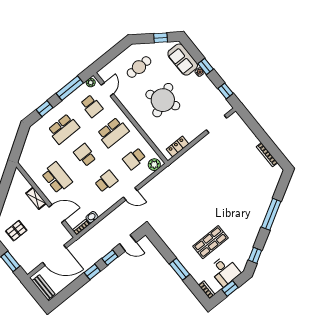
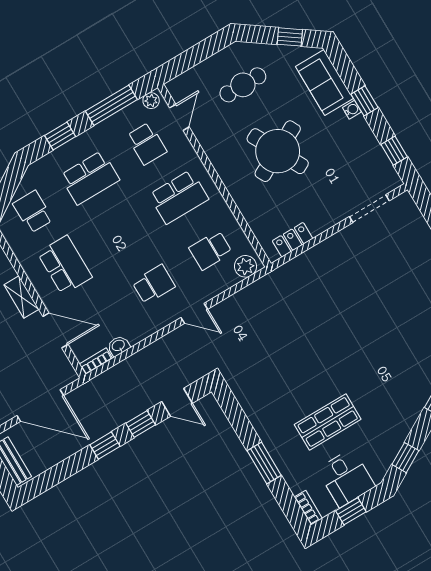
school desk: (85, 155) -> (33, 212), moved

